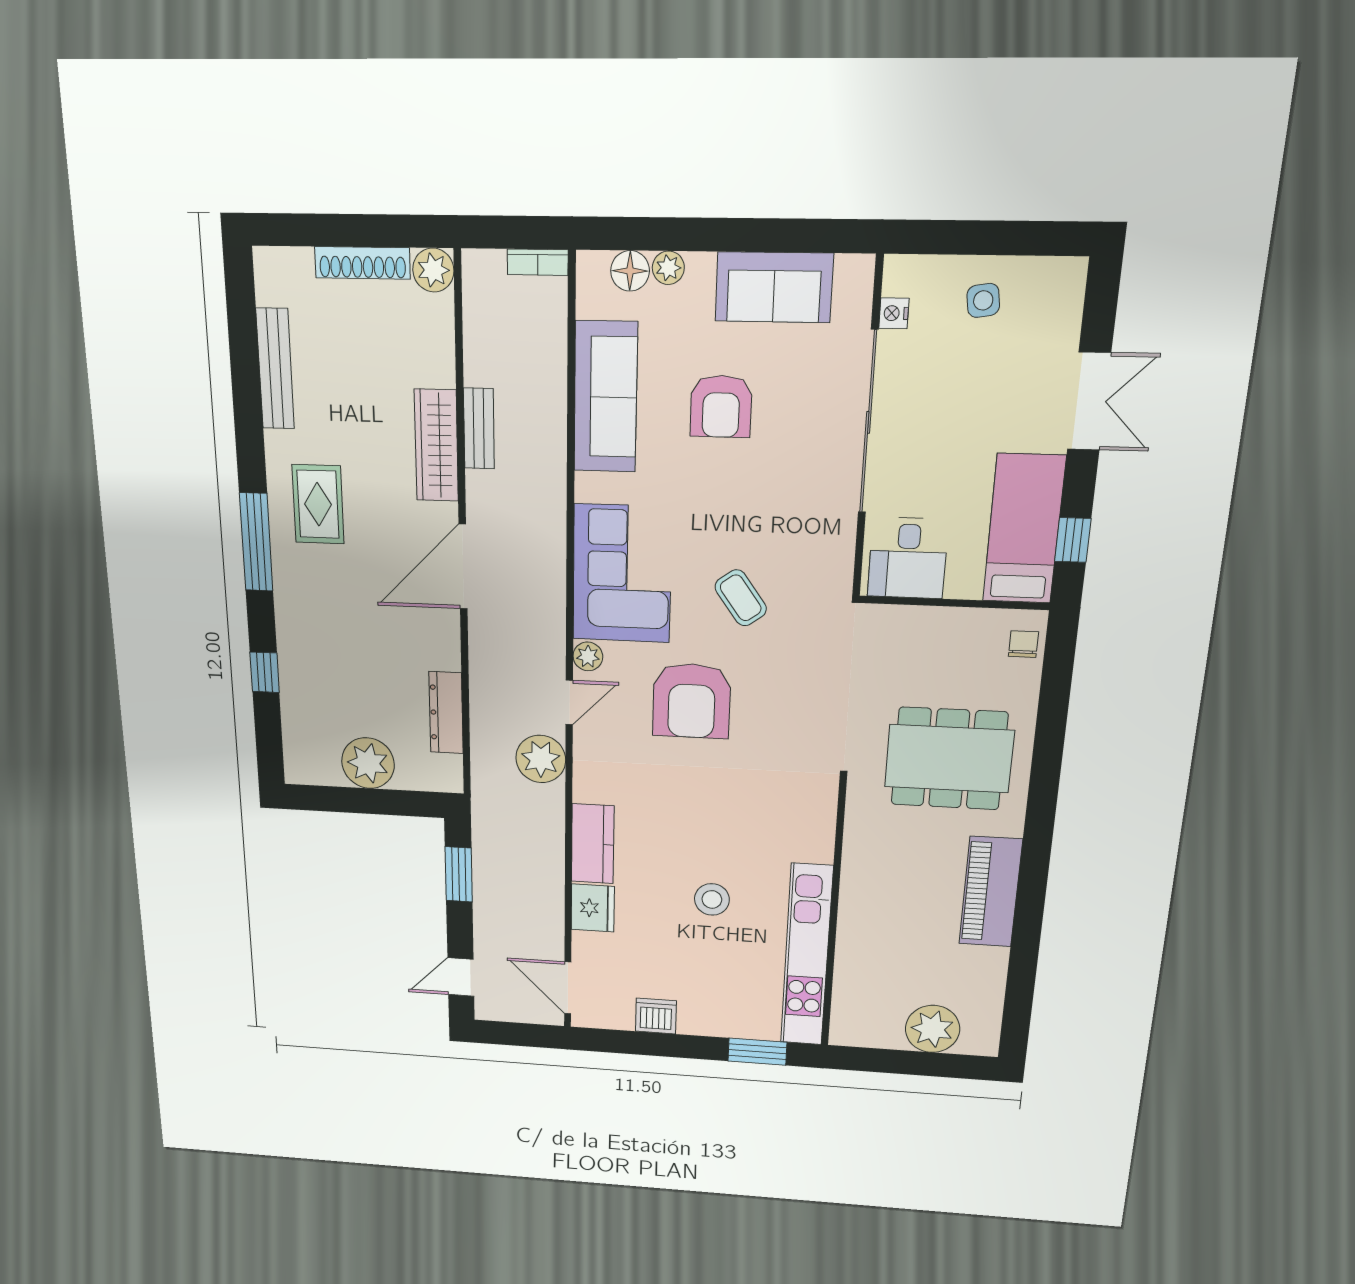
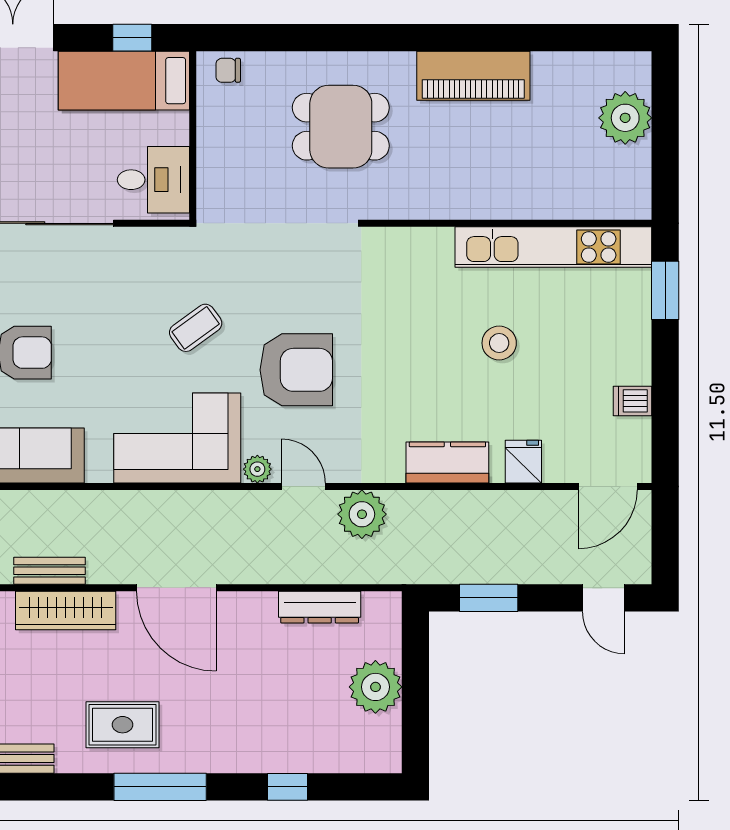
dining table: (949, 759) -> (341, 127), width x0.73
fridge: (593, 908) -> (523, 462), width x0.72
dishwasher: (656, 1016) -> (633, 401), width x0.73

